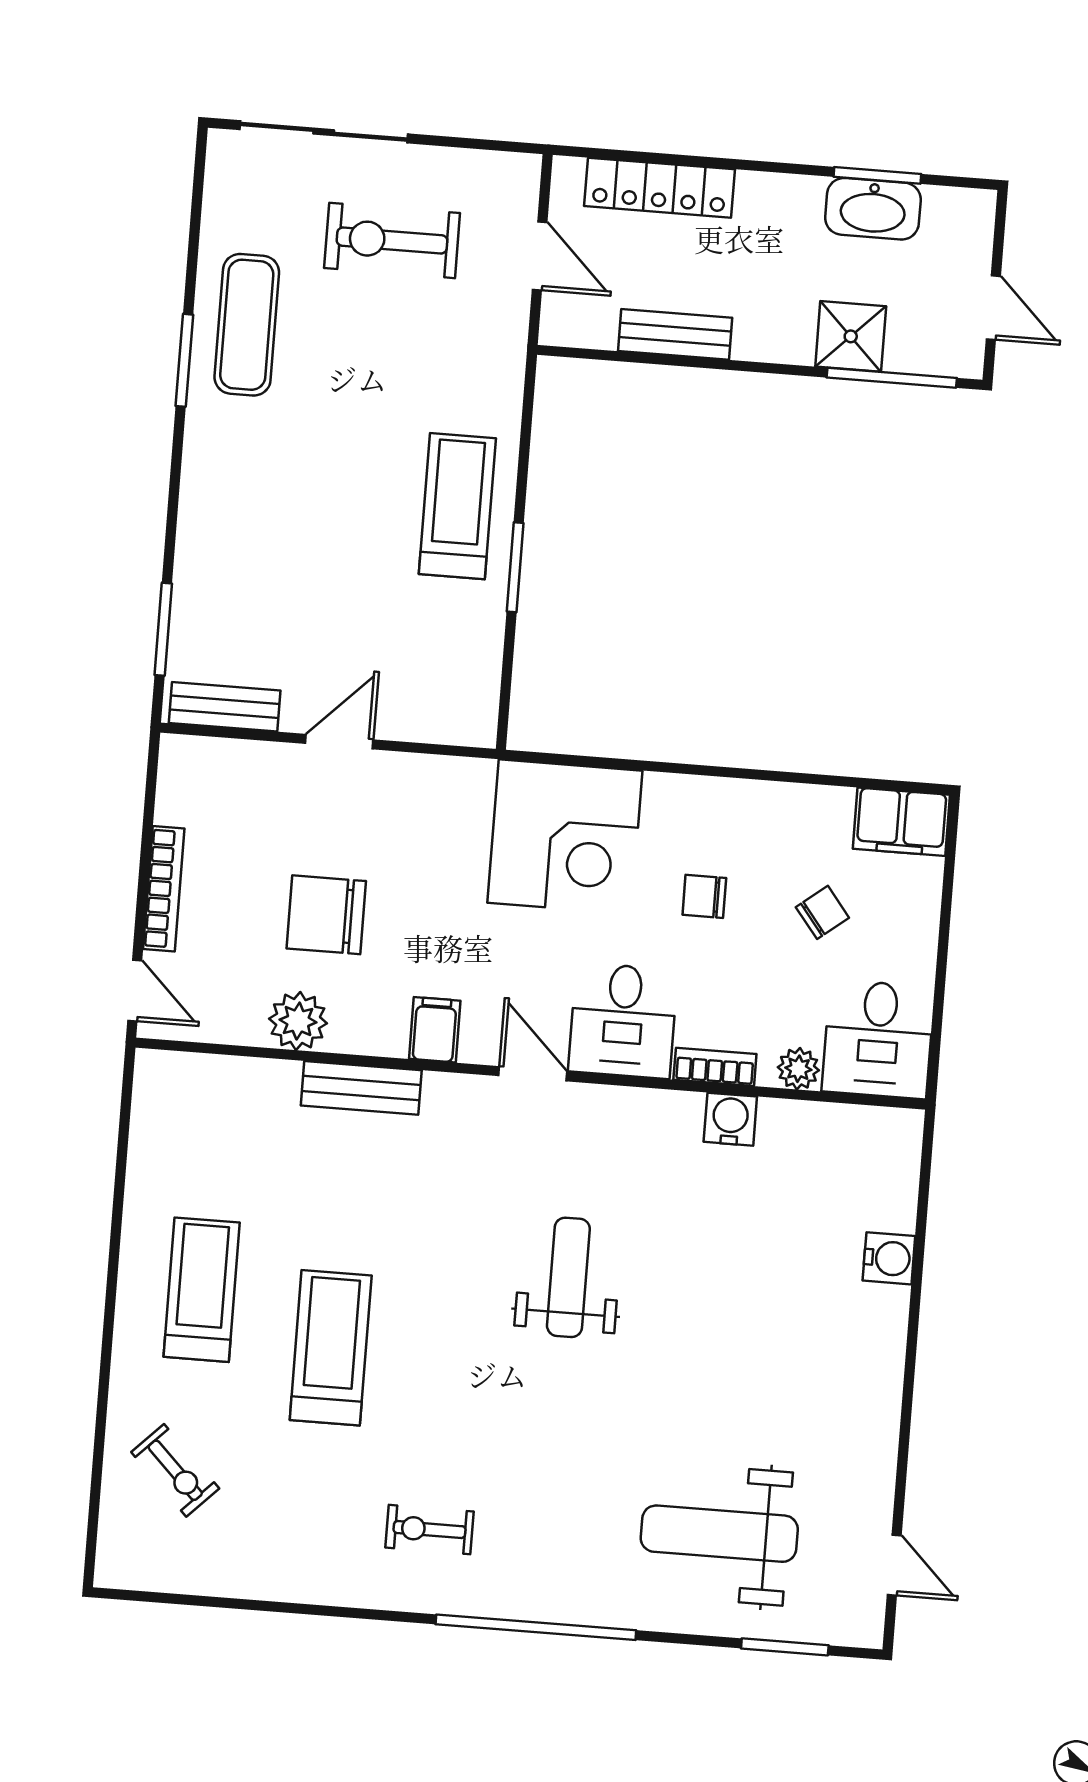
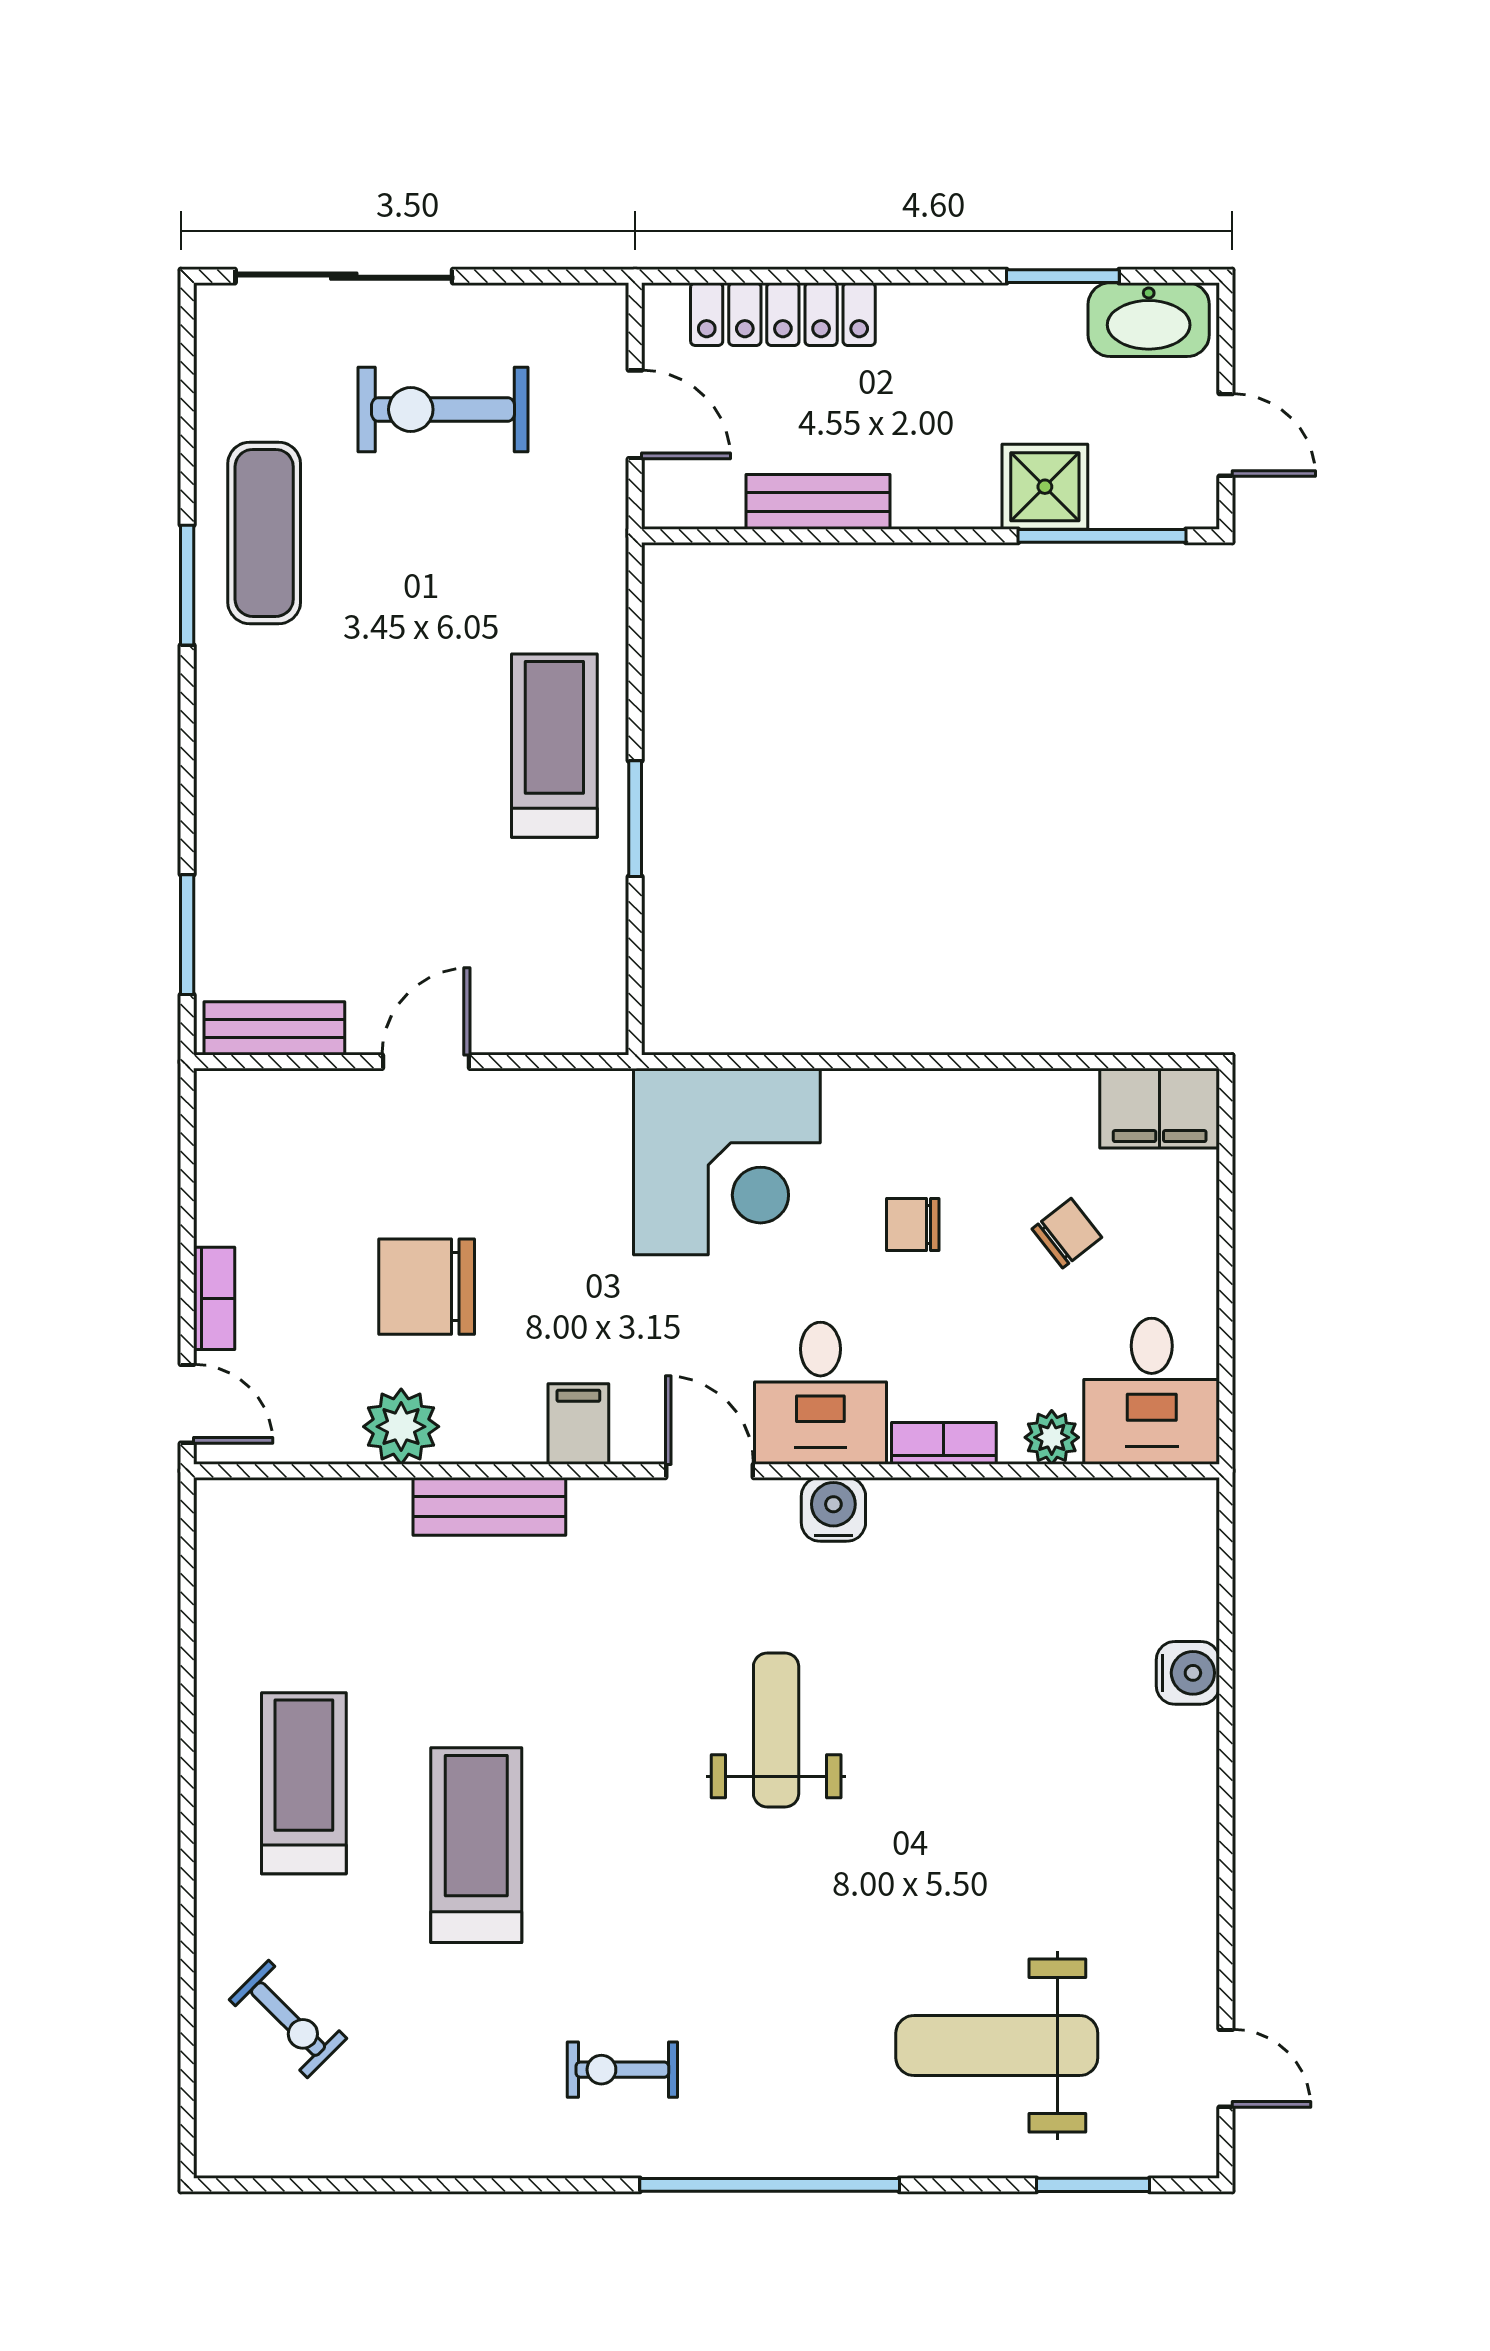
washbasin: (873, 209) -> (1149, 320), moved
bookcase: (164, 889) -> (214, 1298), width x0.64
water cooler: (730, 1119) -> (833, 1509), moved

